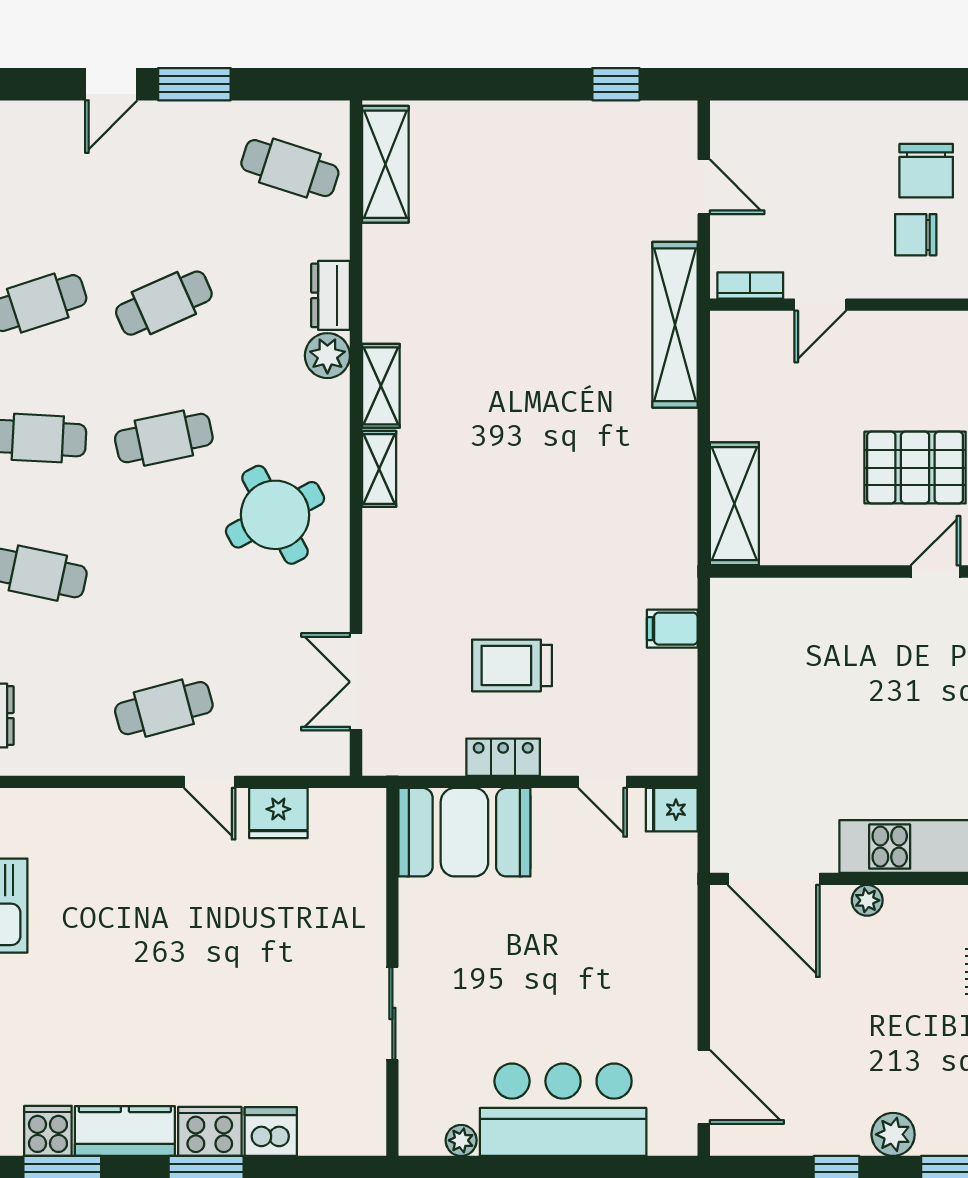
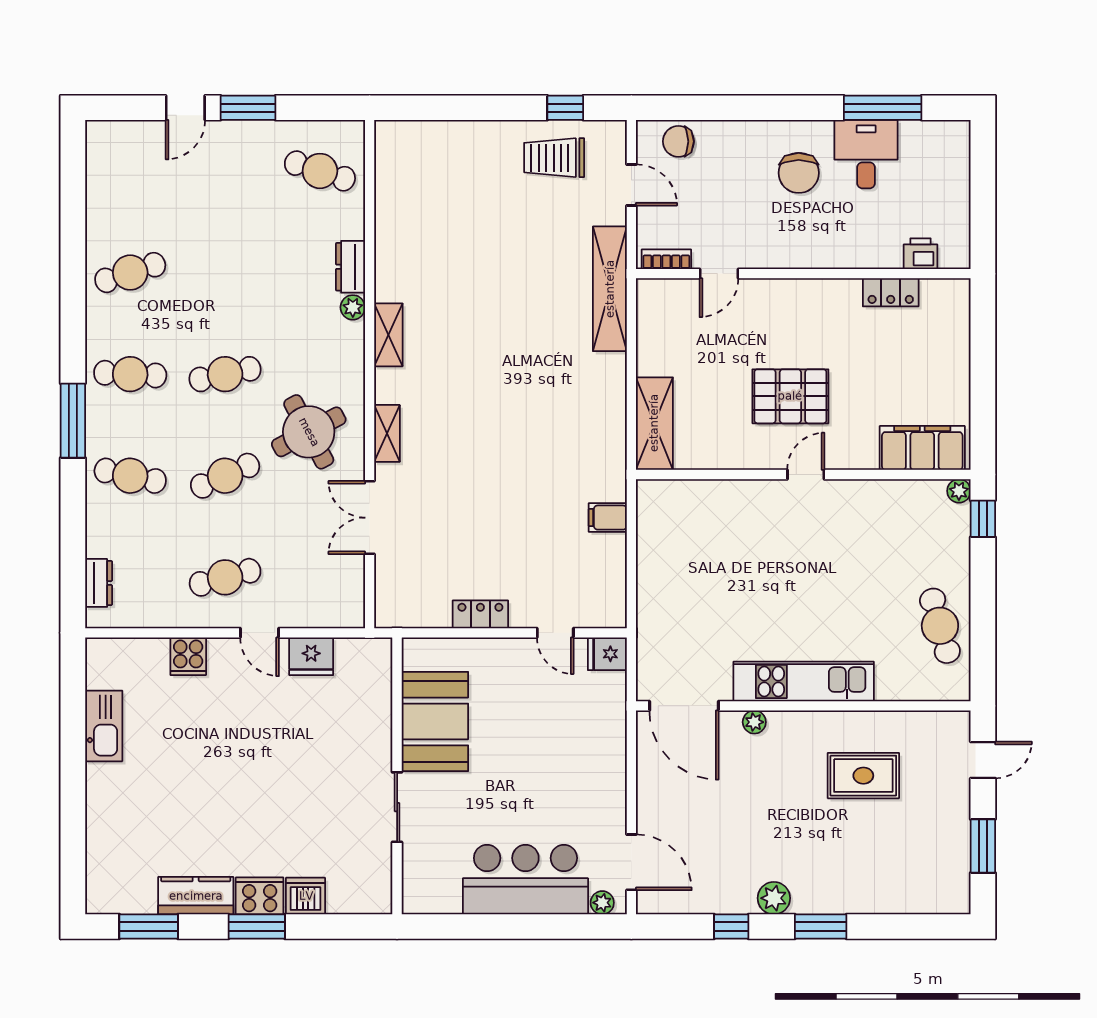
shelving: (385, 164) -> (392, 168), removed
chair: (916, 235) -> (678, 141), moved
cafe table: (164, 303) -> (225, 476), moved
plant: (327, 356) -> (353, 307), width x0.73, depth x0.73
shelving: (379, 469) -> (387, 433), moved
trolley: (512, 665) -> (554, 158), moved
double door: (356, 682) -> (370, 518), moved
booth: (464, 832) -> (435, 721), moved, turned 90
cooker: (48, 1131) -> (188, 656), moved, turned 180
plant: (461, 1140) -> (602, 903), moved

